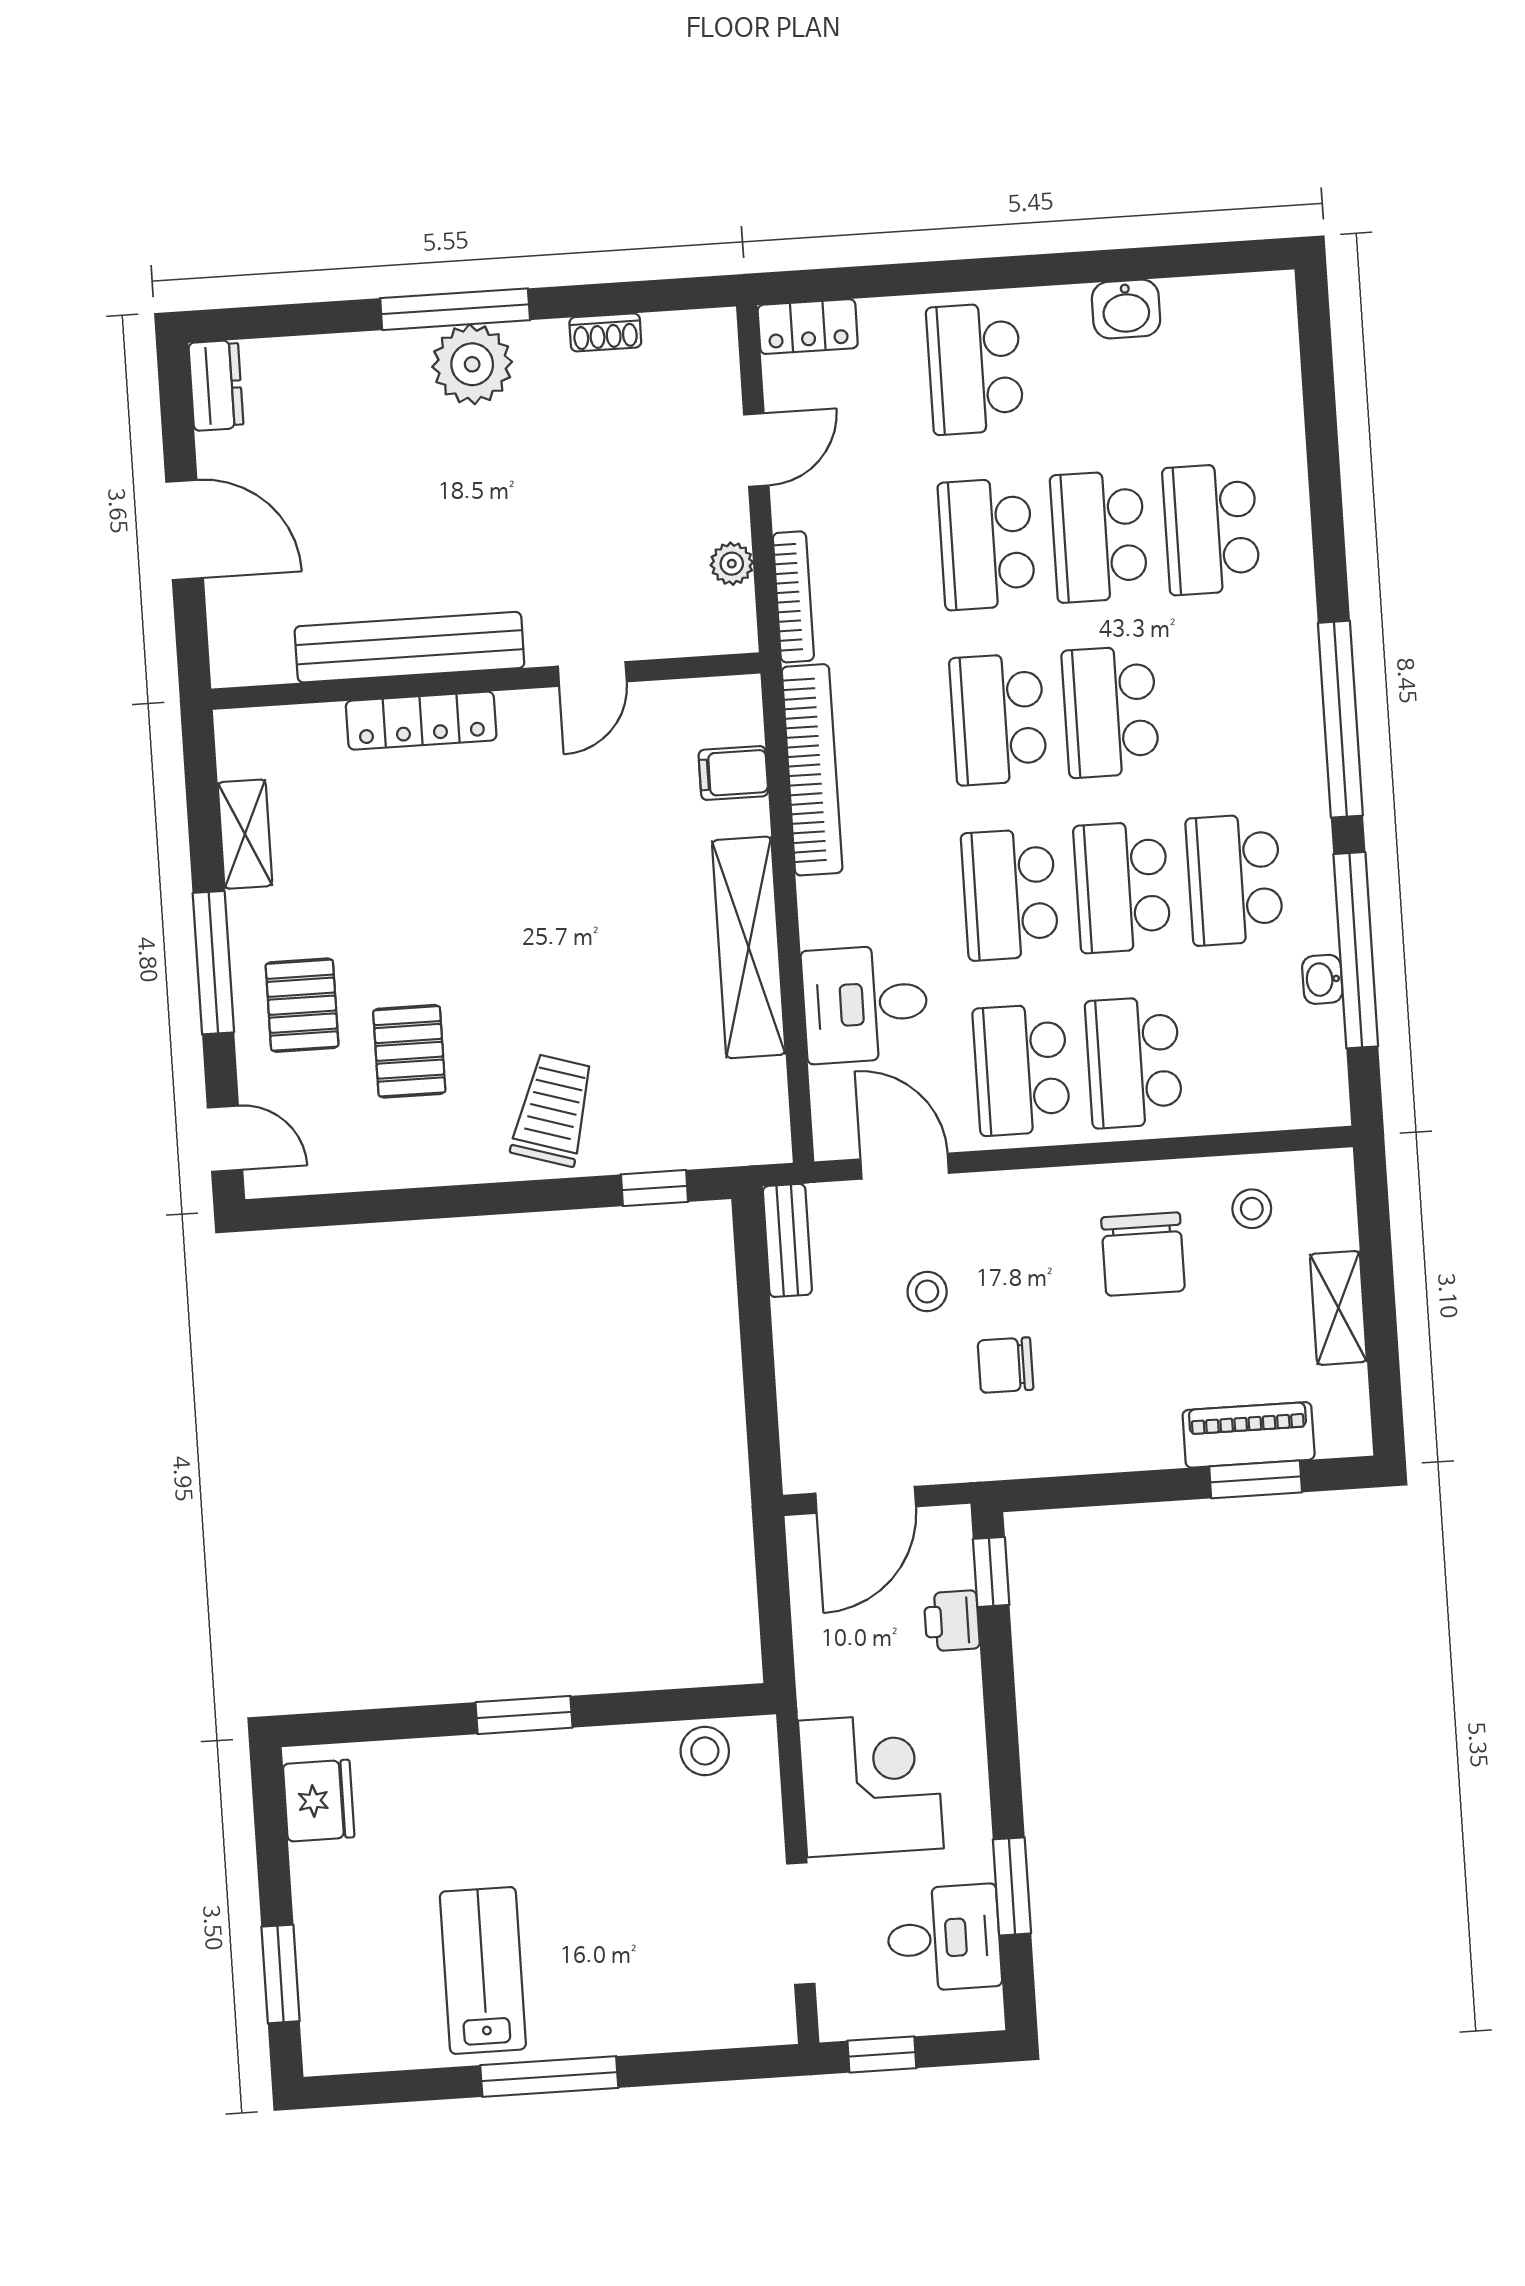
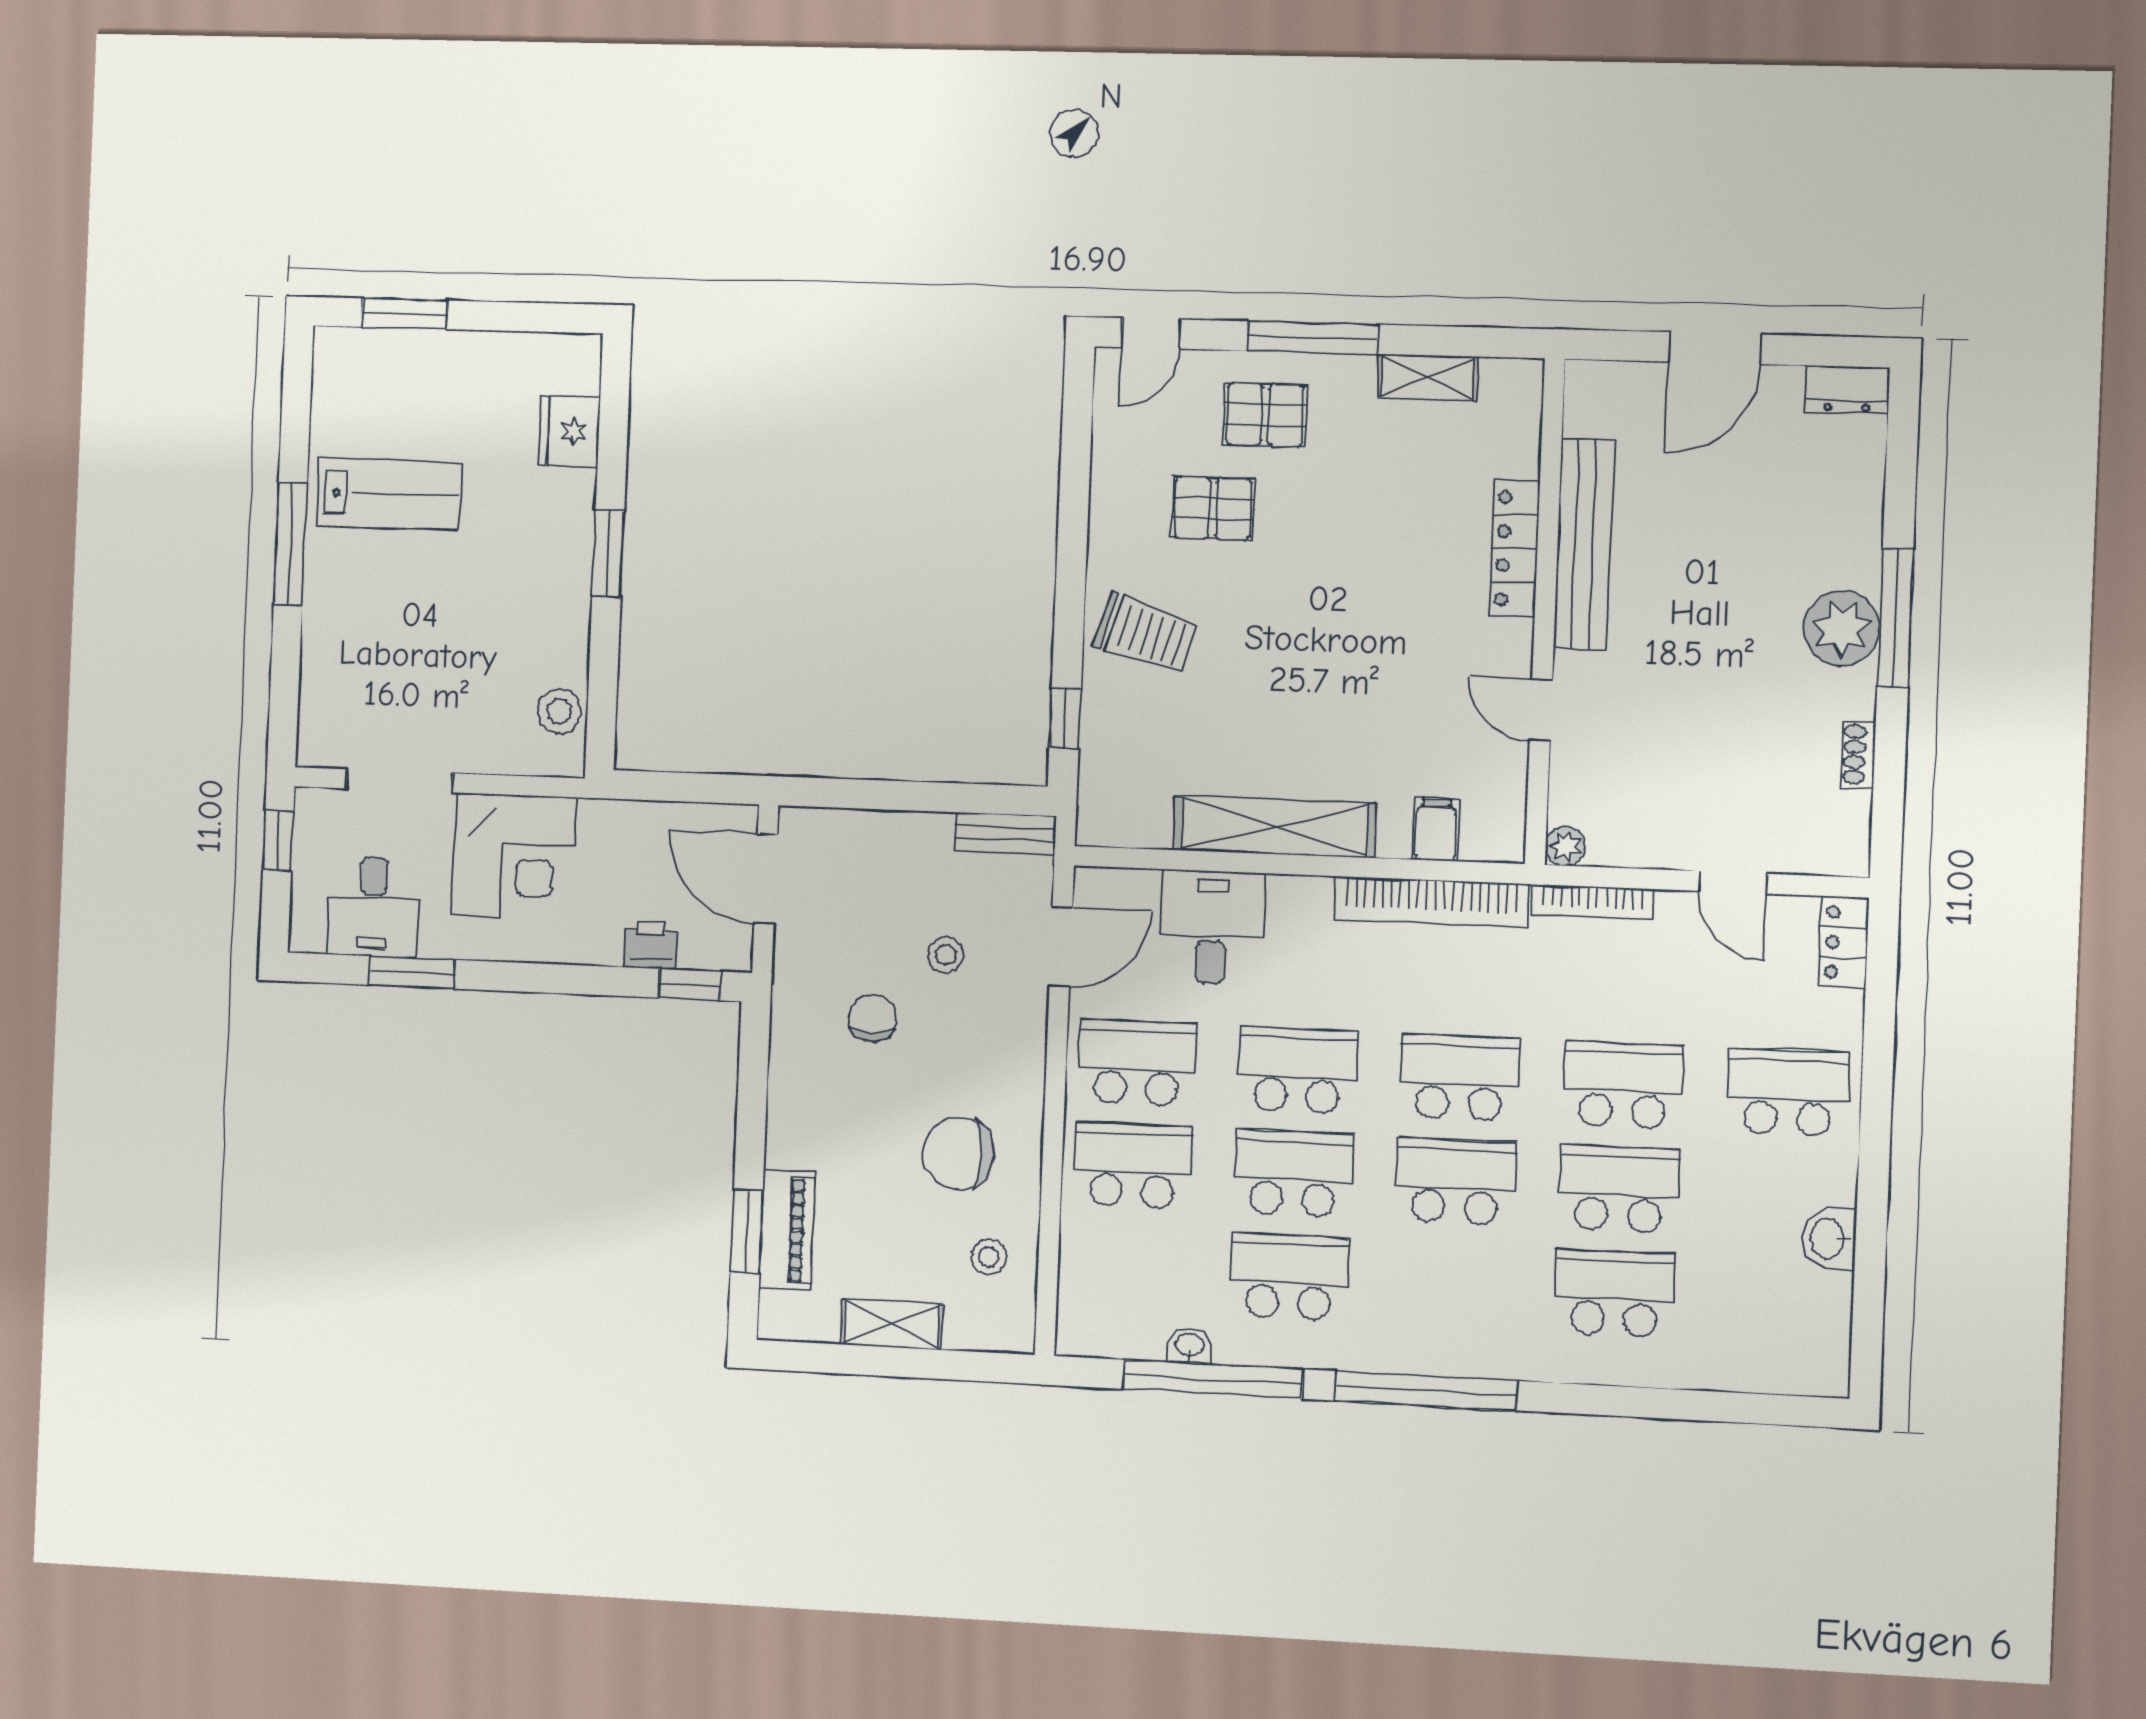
plant: (732, 564) -> (1565, 846), moved
fridge: (319, 1801) -> (569, 431), moved, turned 90

